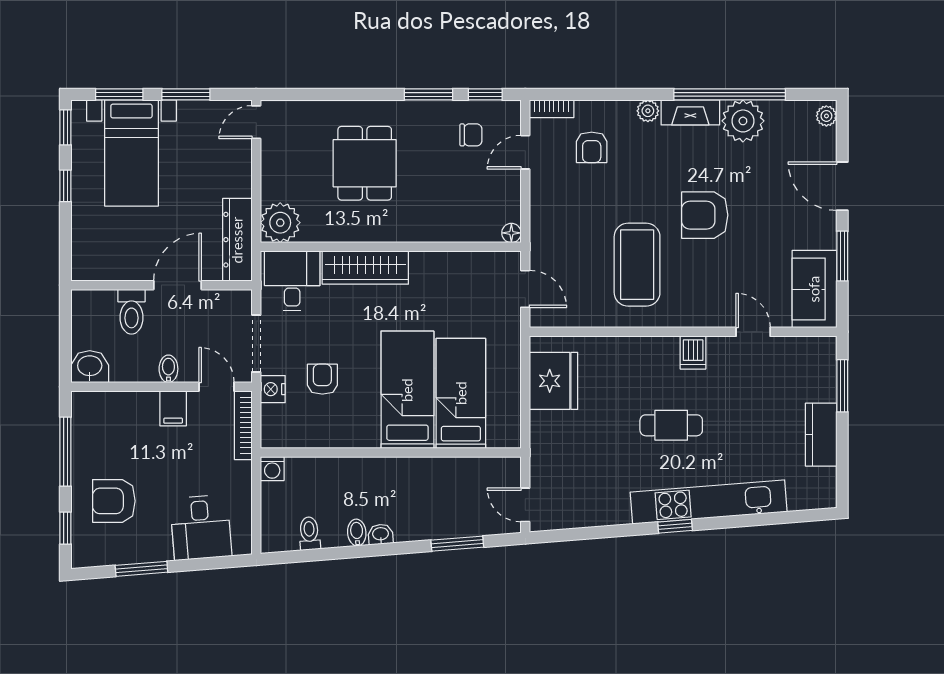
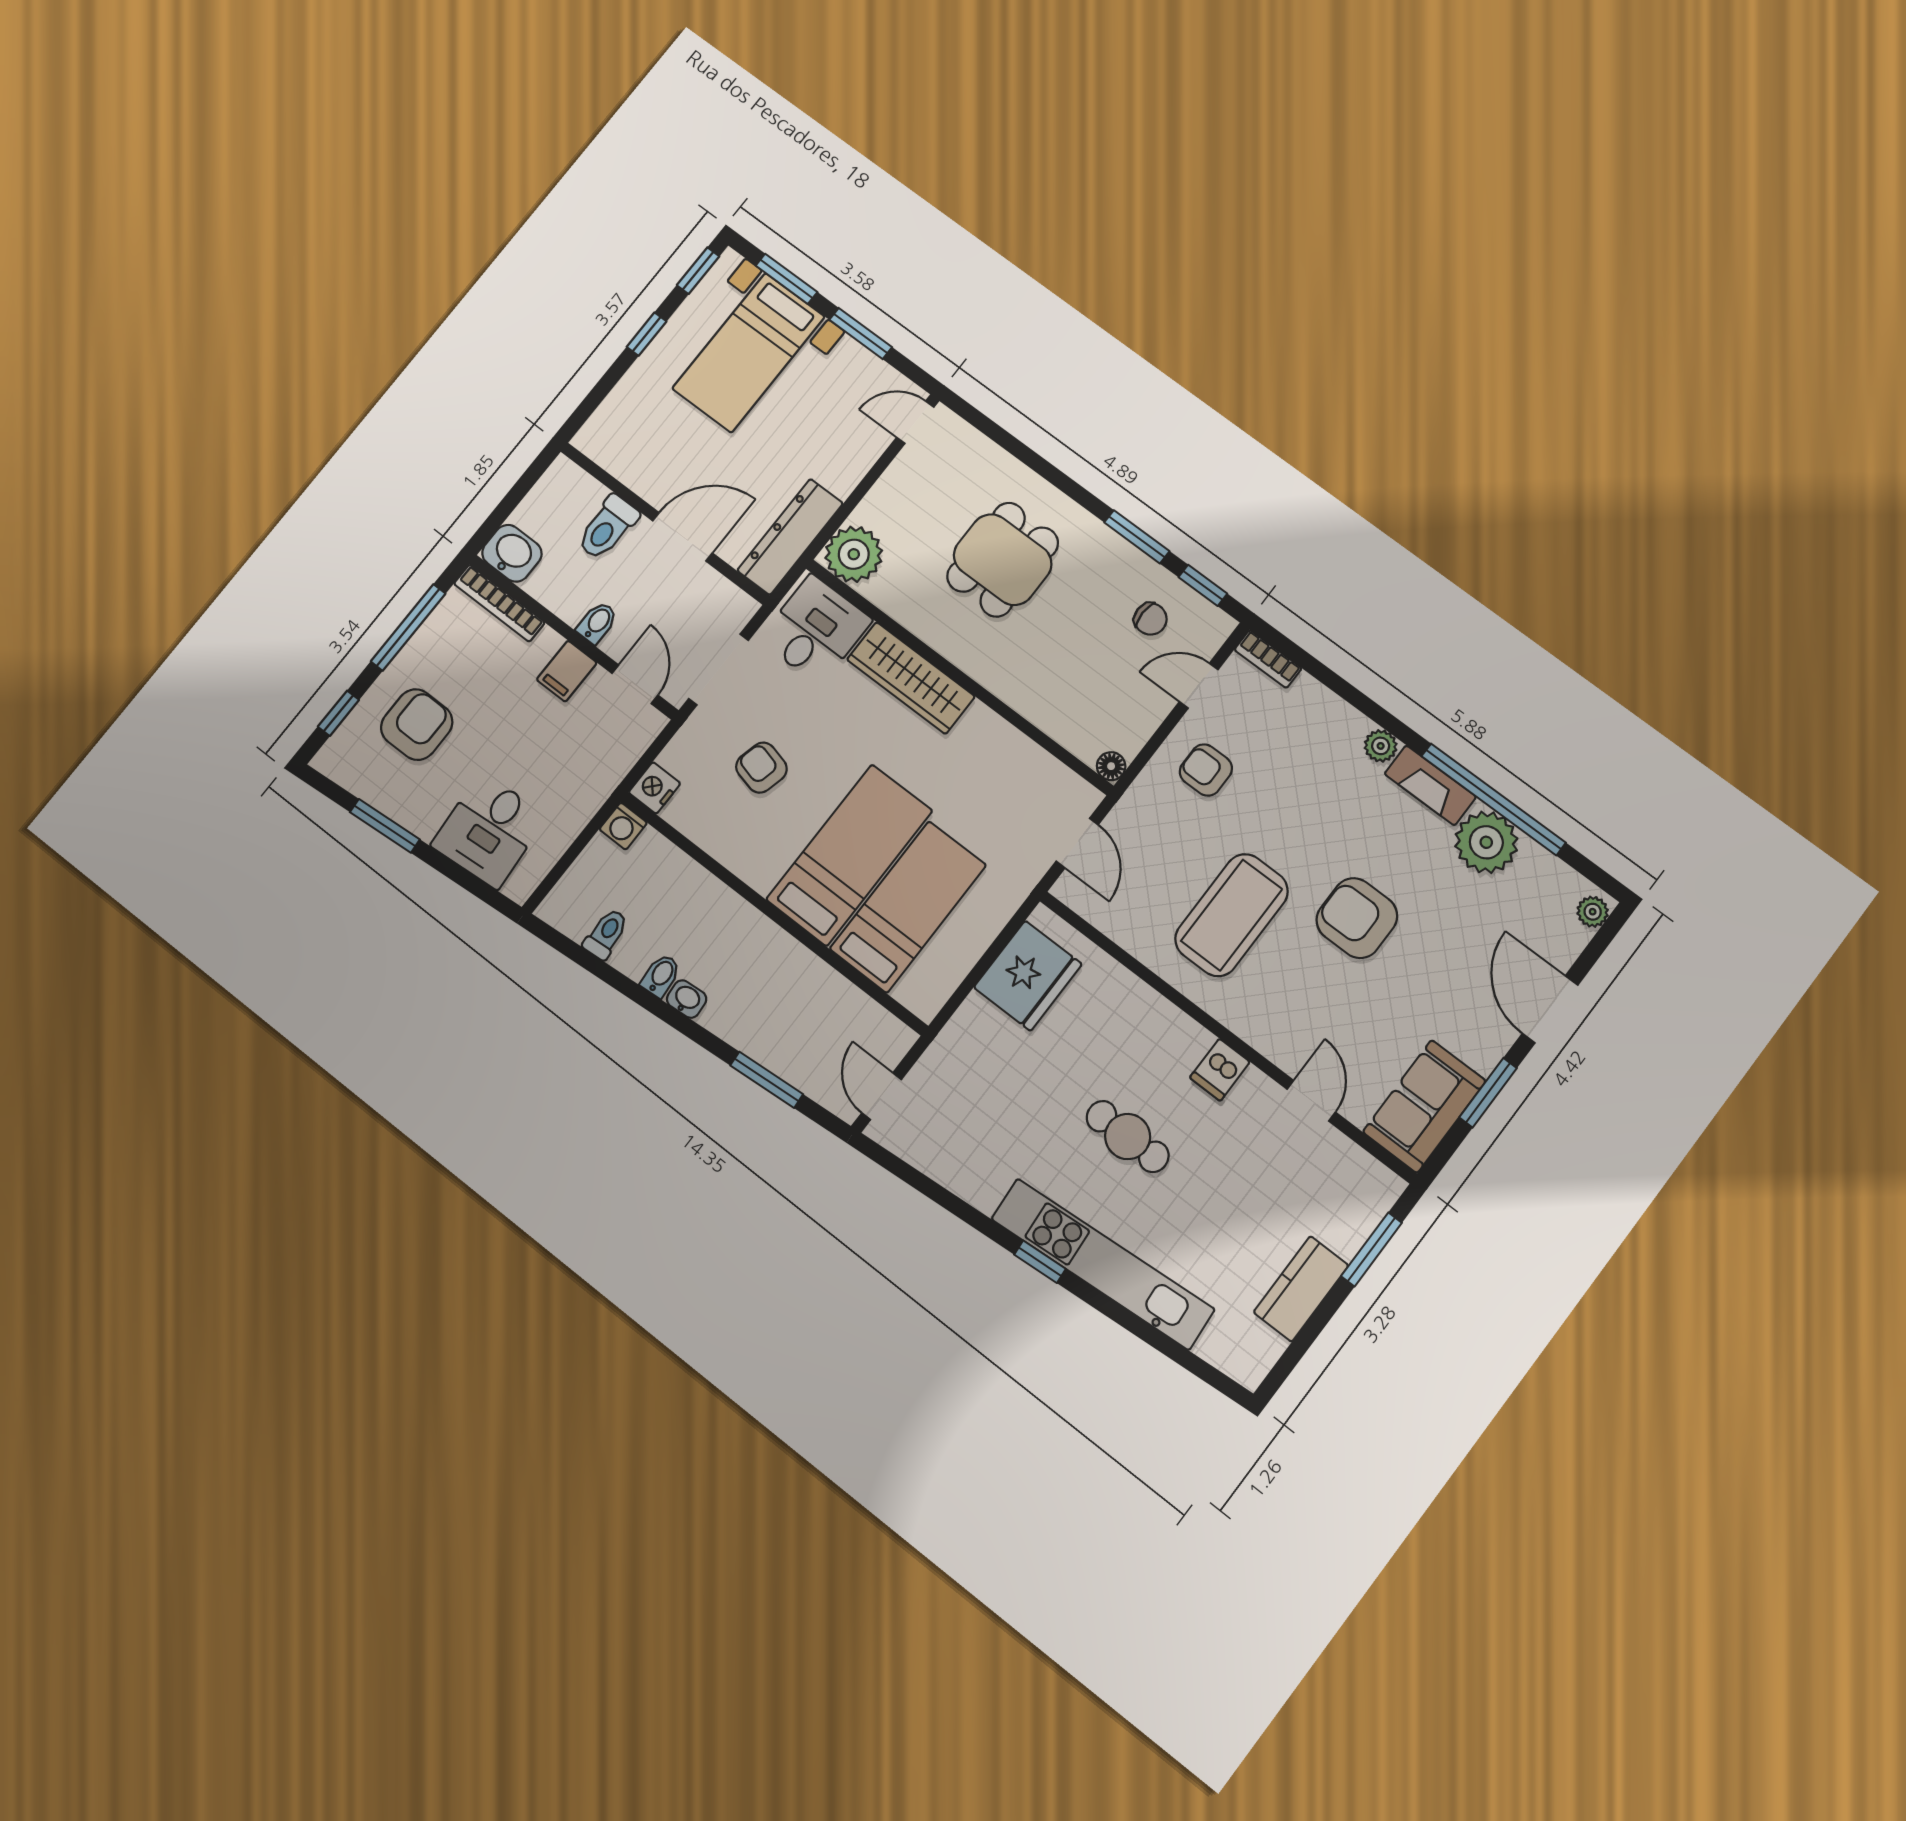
armchair: (592, 147) -> (1206, 770), moved, turned 90
armchair: (322, 379) -> (761, 768), turned -76
nightstand: (273, 389) -> (654, 788), moved
bookcase: (243, 425) -> (499, 603), moved, turned -90
armchair: (114, 501) -> (417, 725), turned 90

